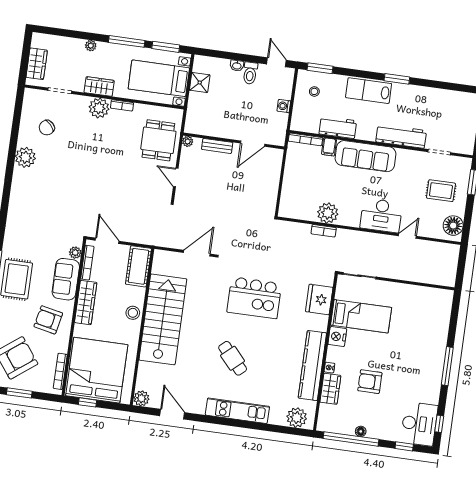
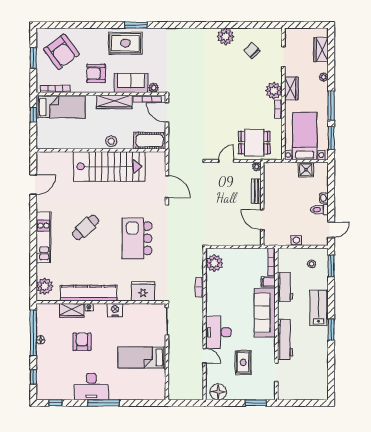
wardrobe: (37, 64) -> (321, 50), moved, turned 90
rug: (441, 191) -> (243, 362), moved
plant: (328, 213) -> (214, 263), moved
door: (107, 241) -> (167, 112), swing flipped
bed: (361, 316) -> (142, 357), moved, turned 90
armchair: (48, 320) -> (96, 73), turned -102
bed: (97, 370) -> (61, 107), width x0.49
plant: (141, 398) -> (43, 158), removed
desk: (419, 424) -> (91, 387), moved

